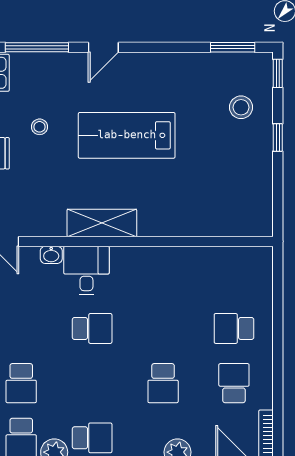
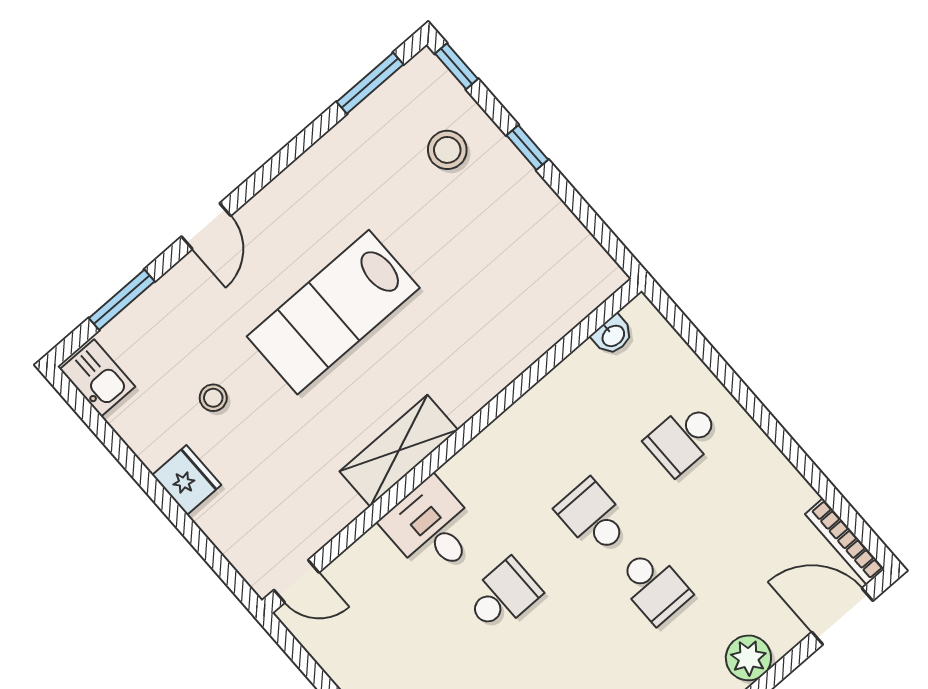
window: (37, 47) -> (122, 300), width x0.69
washbasin: (51, 255) -> (613, 335), moved
school desk: (234, 383) -> (593, 517), moved

